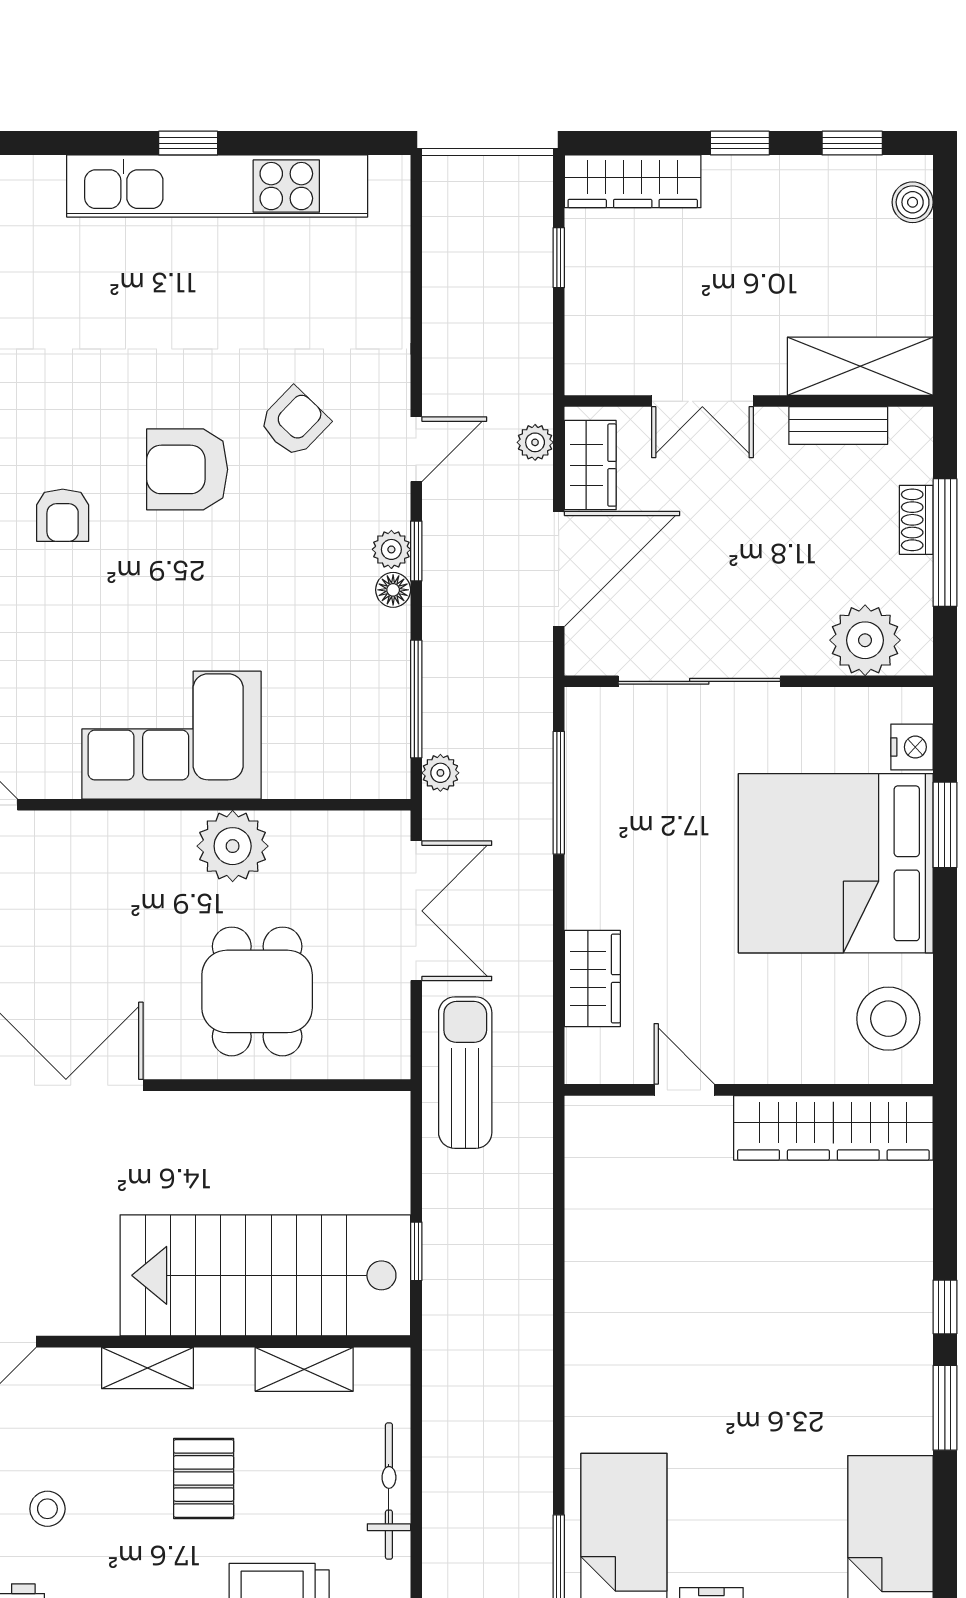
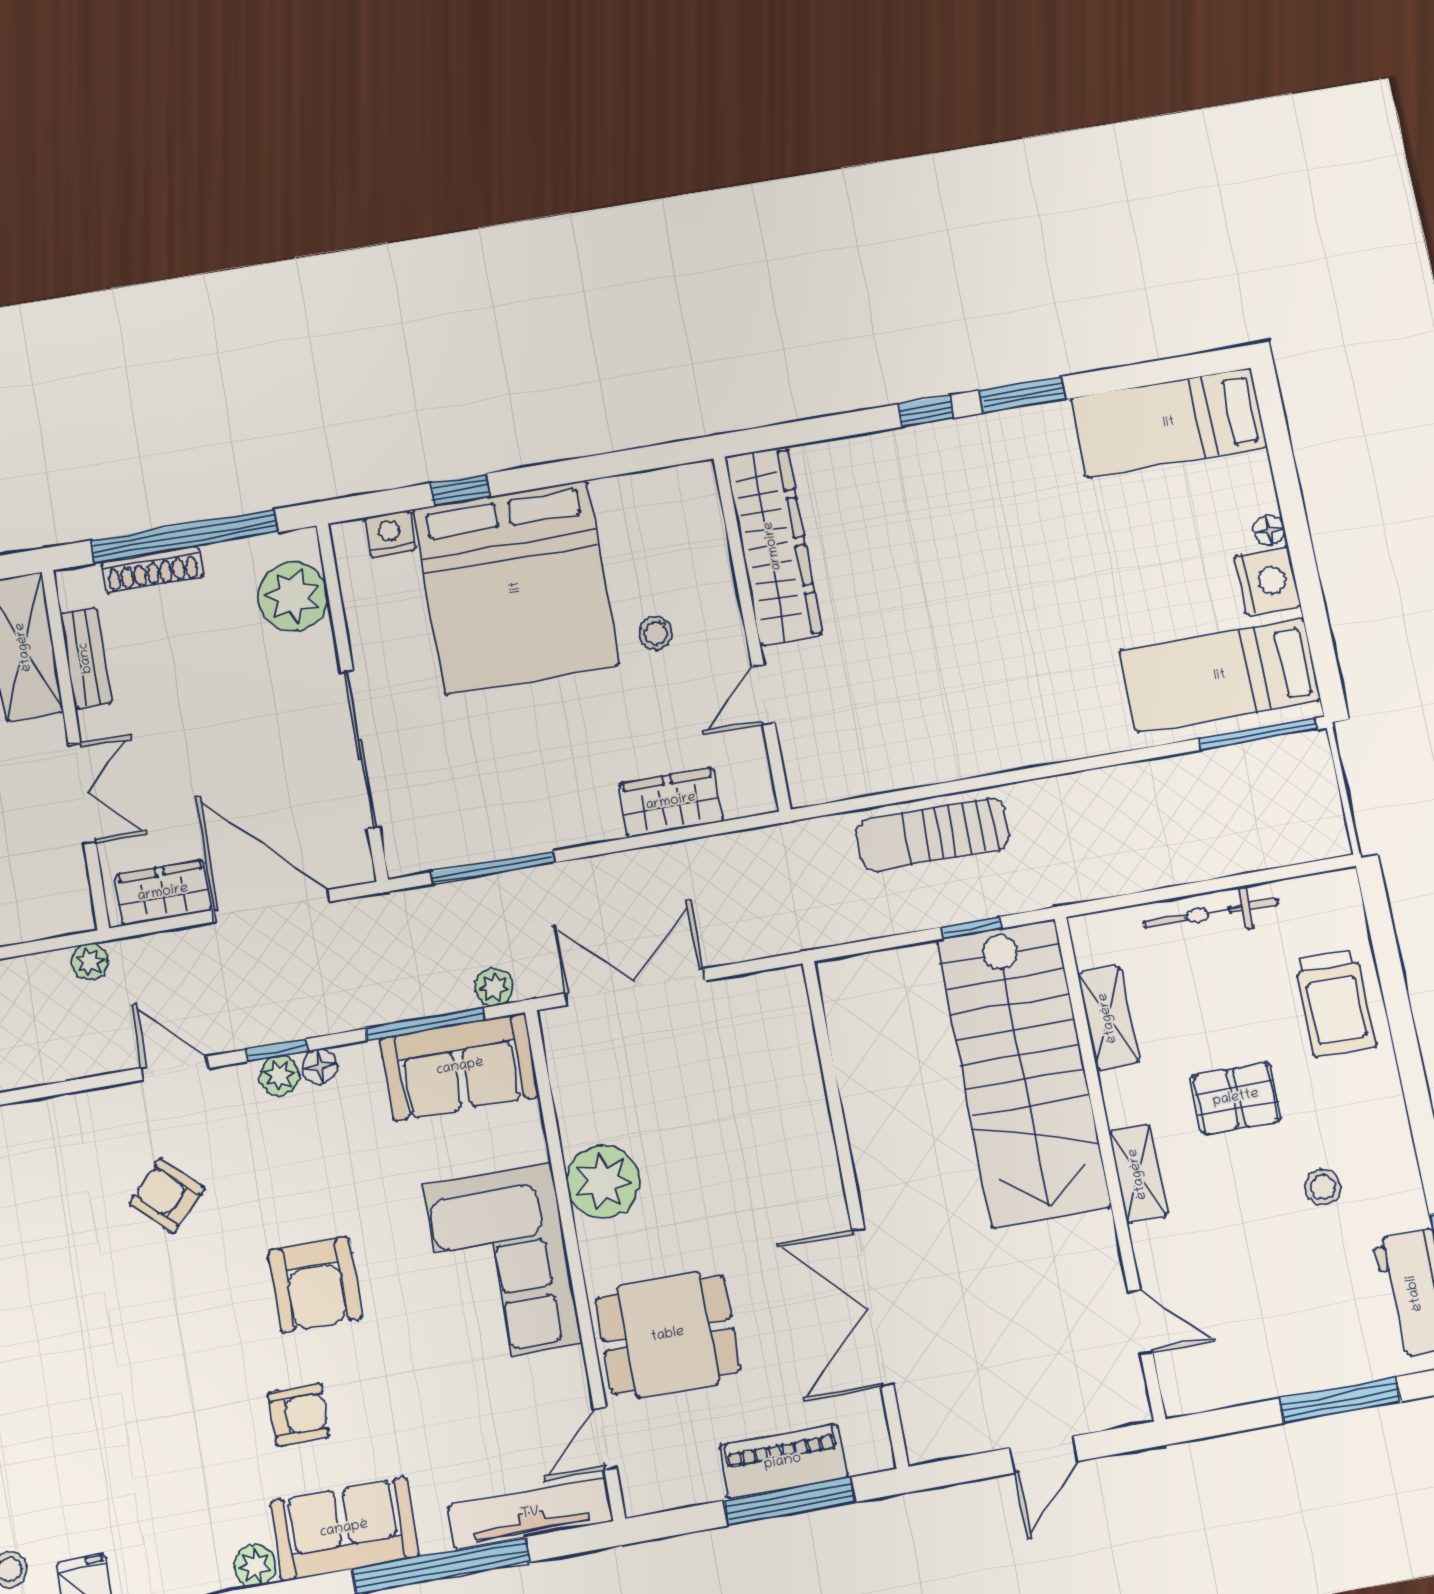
plant: (535, 442) -> (90, 962), moved
armchair: (187, 469) -> (315, 1285), moved
shoe rack: (916, 520) -> (152, 570), width x1.43
window: (945, 543) -> (185, 536), width x1.46
sofa: (368, 726) -> (460, 1067), added
window: (945, 825) -> (460, 490), width x0.67
dining table: (257, 991) -> (668, 1335), moved
stool: (888, 1019) -> (656, 633), moved, width x0.53, depth x0.53
sun lounger: (465, 1073) -> (933, 834), moved
stool: (47, 1509) -> (1323, 1187), moved

